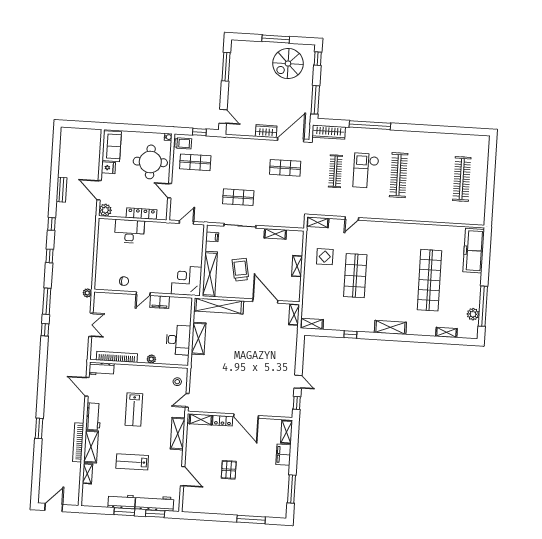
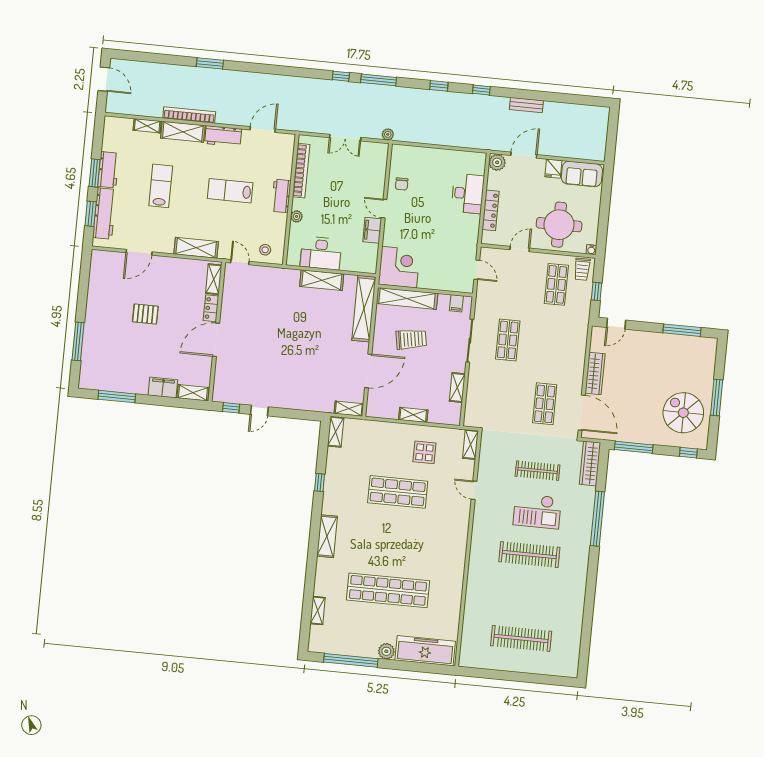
wardrobe: (266, 131) -> (595, 374), width x1.50
checkout: (366, 171) -> (537, 511), turned 180
plant: (473, 314) -> (386, 651), moved
workbench: (101, 369) -> (281, 196), moved

